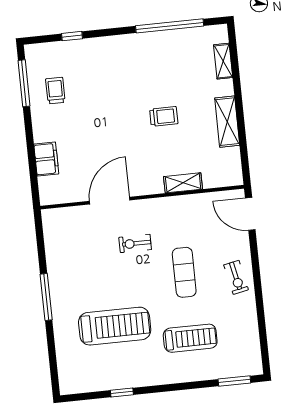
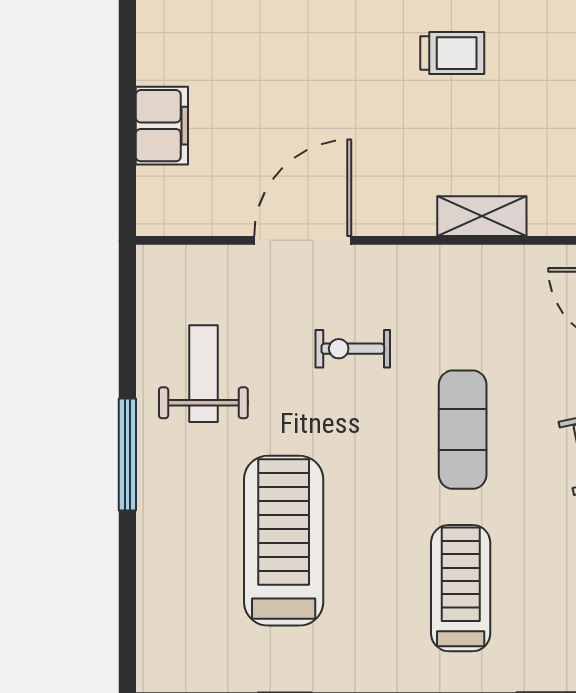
weight bench: (74, 260) -> (203, 374), added
treadmill: (115, 326) -> (284, 541), turned -90
treadmill: (190, 338) -> (461, 588), turned -90

